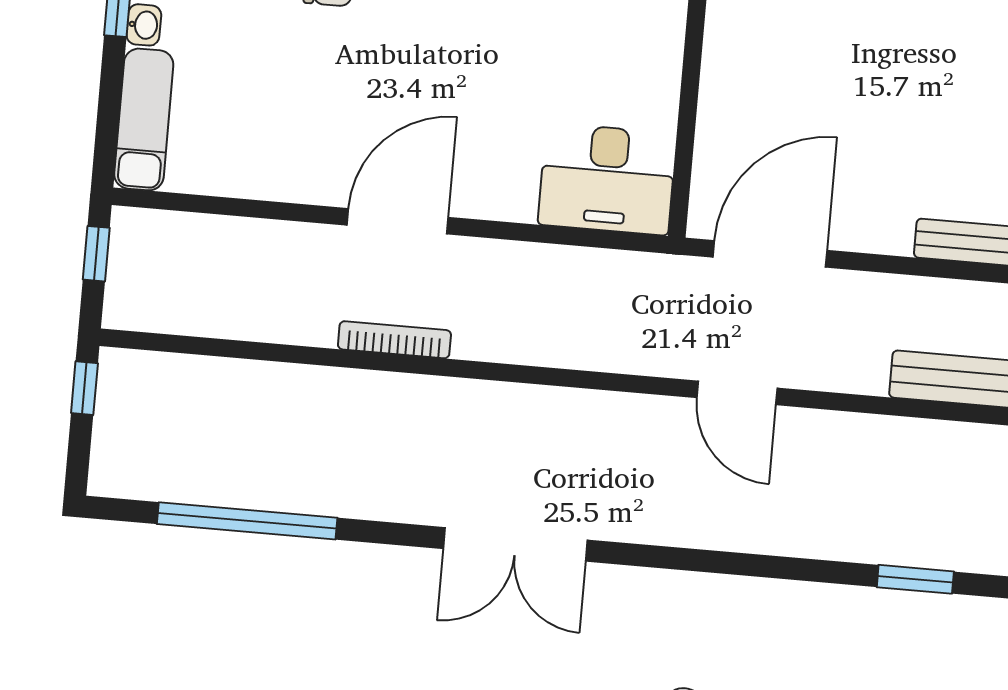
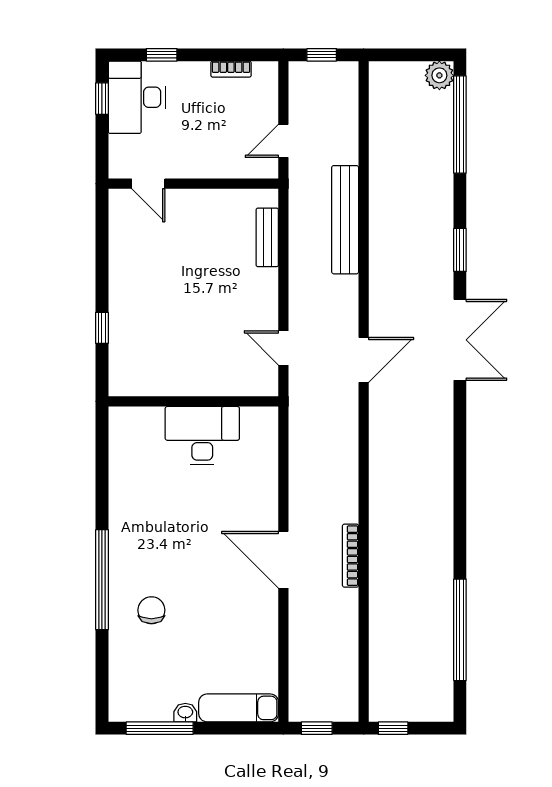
desk: (607, 179) -> (202, 436), moved, turned -90
door: (770, 254) -> (283, 348), width x0.53
double door: (515, 544) -> (460, 340), moved

